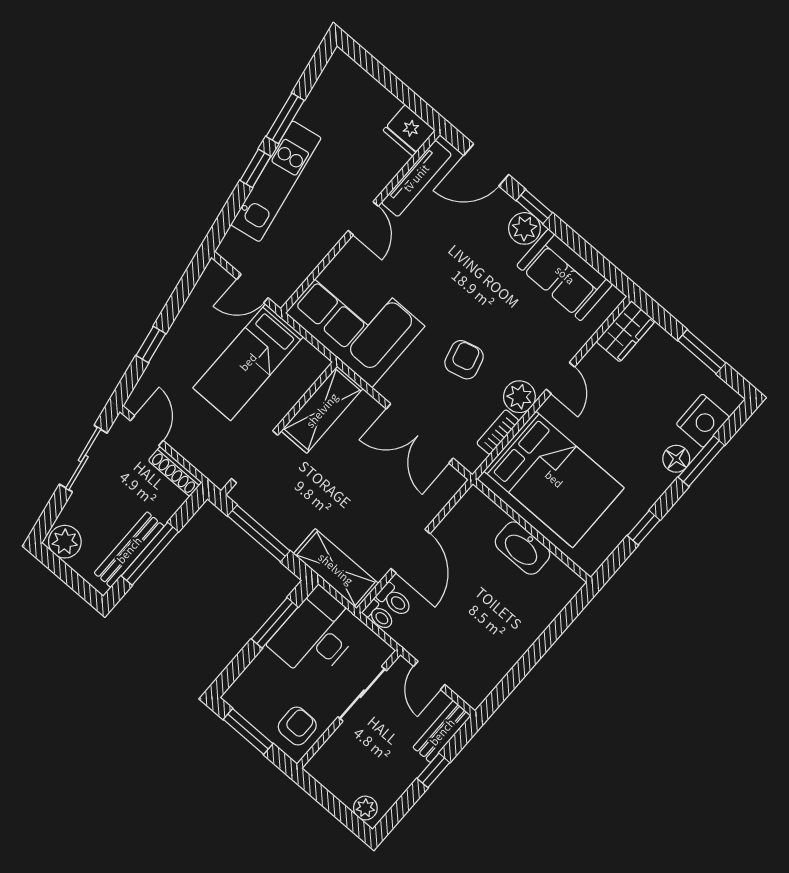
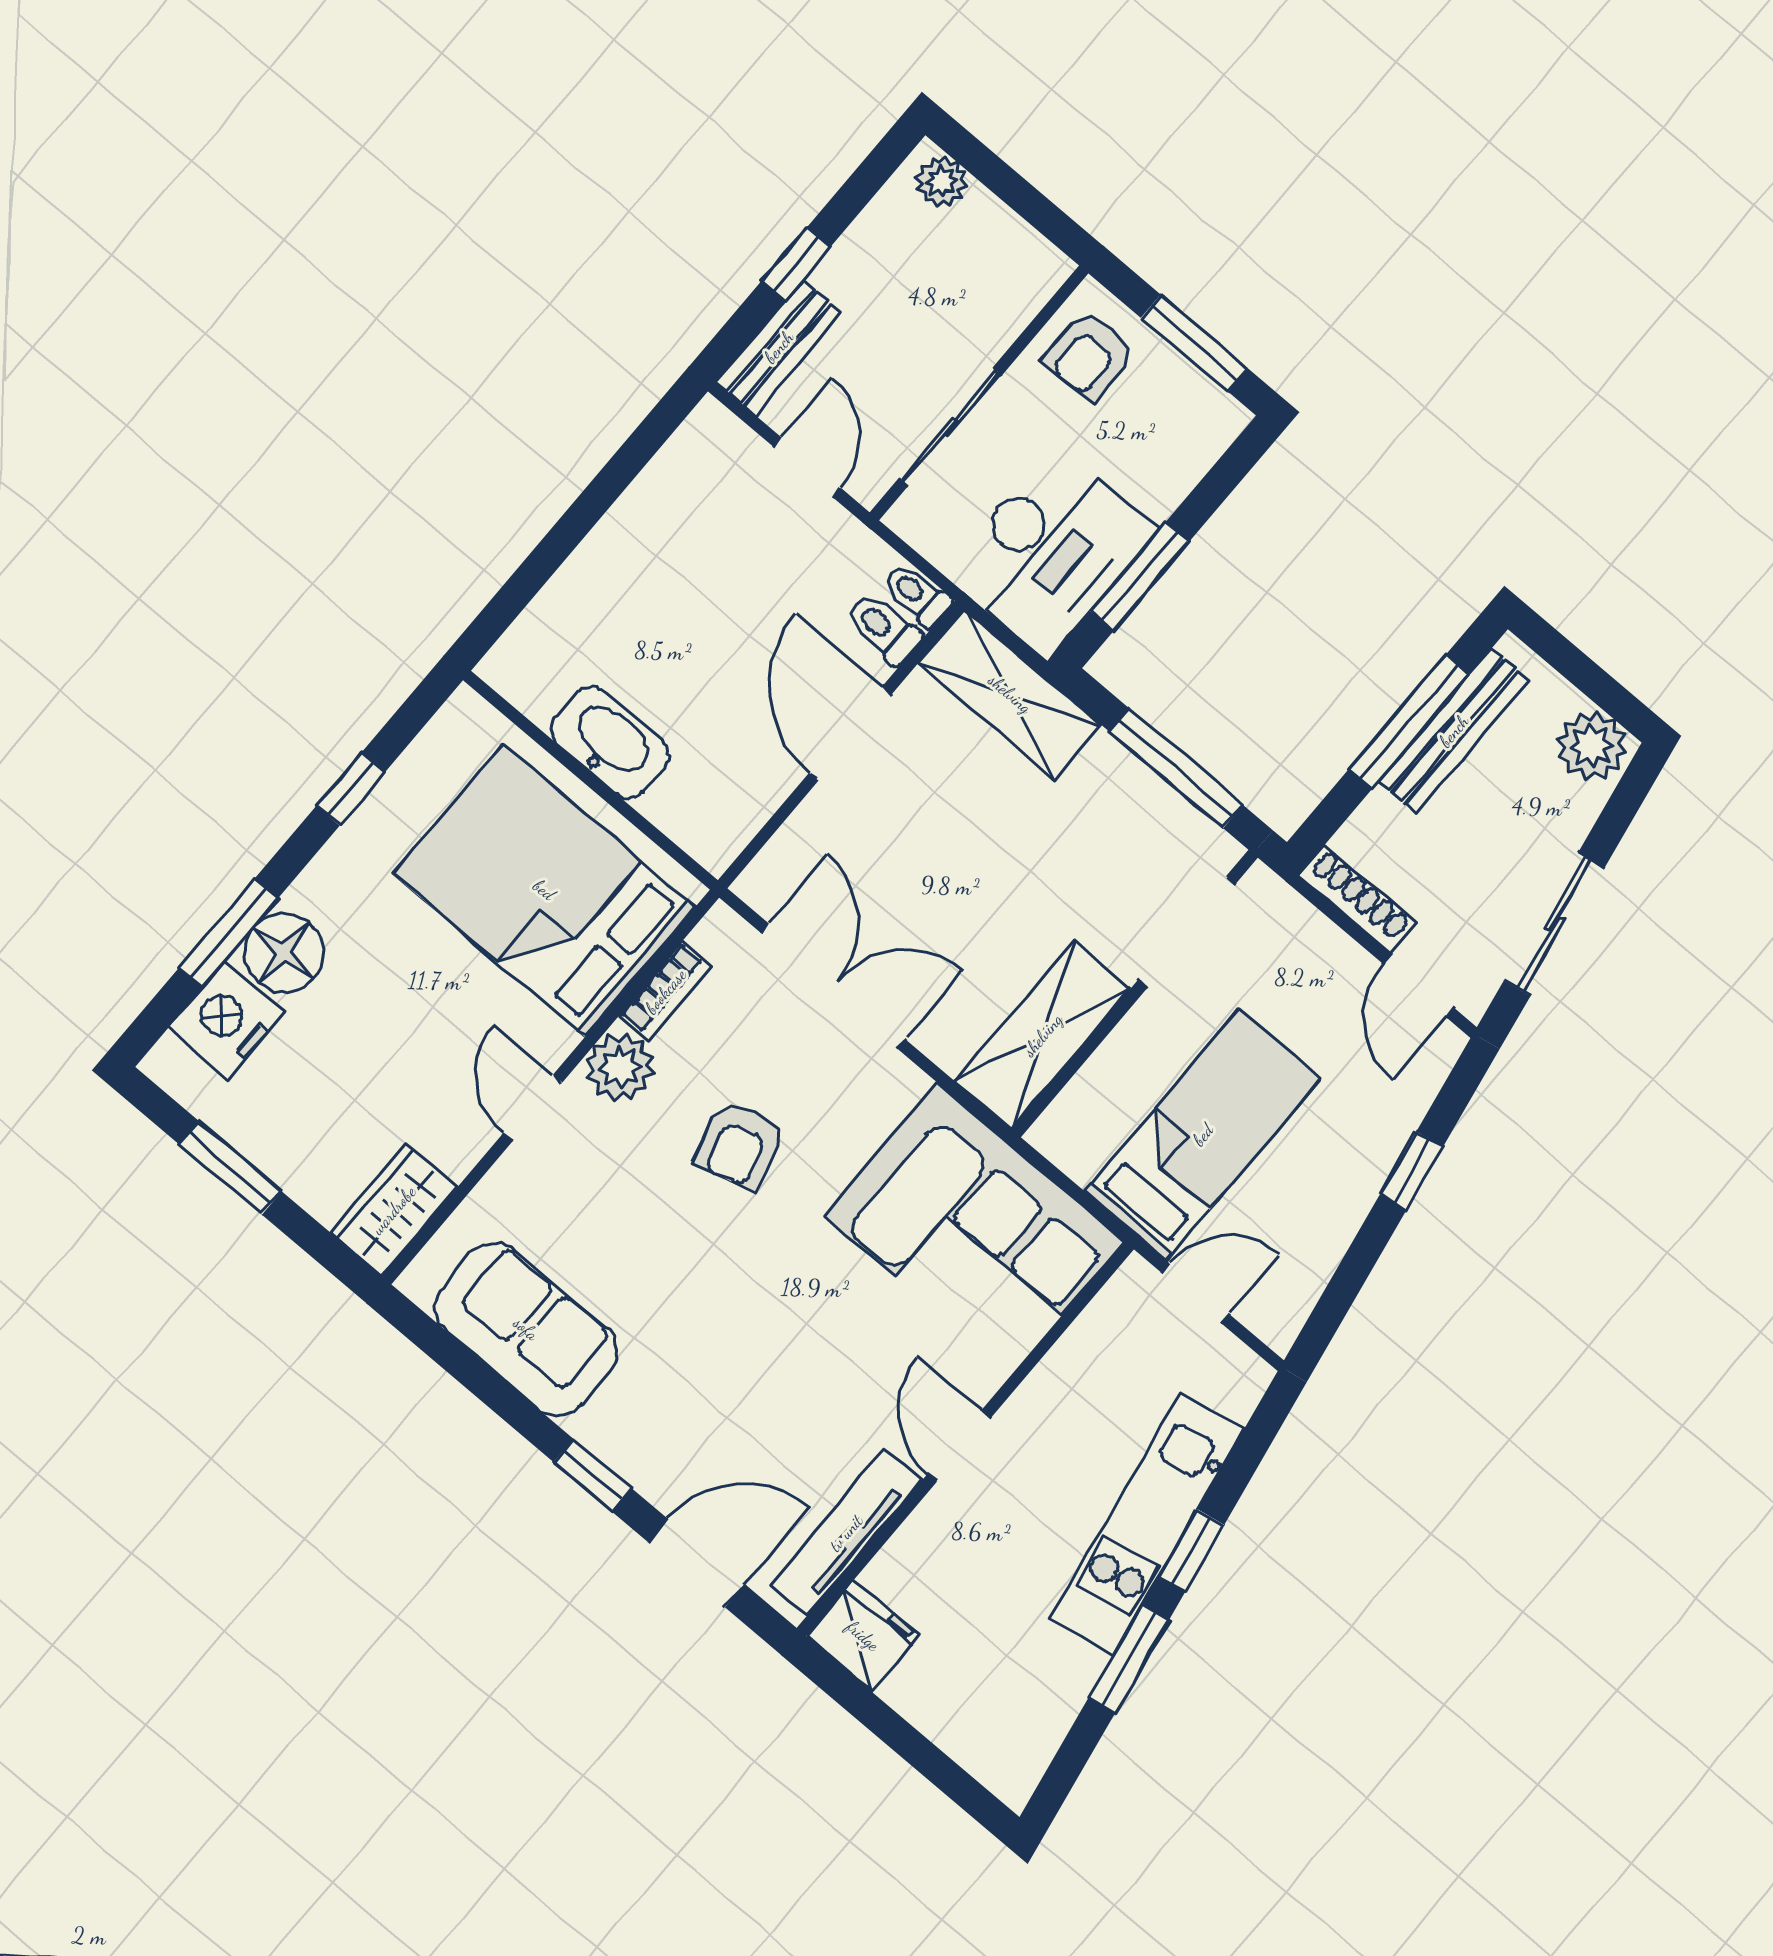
plant: (524, 228) -> (613, 1428), removed
floor lamp: (676, 459) -> (284, 953), width x1.38, depth x1.38

